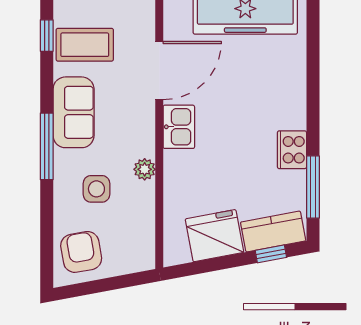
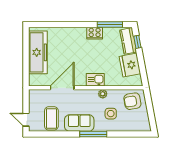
window: (47, 36) -> (48, 134), removed
door: (159, 71) -> (62, 88), hinge flipped
kitchen sink: (179, 127) -> (95, 80), moved
armchair: (81, 252) -> (132, 101), moved

